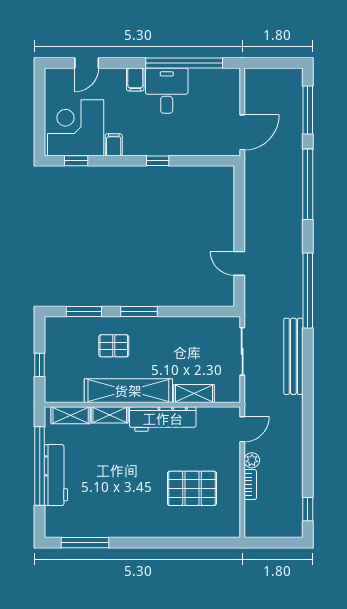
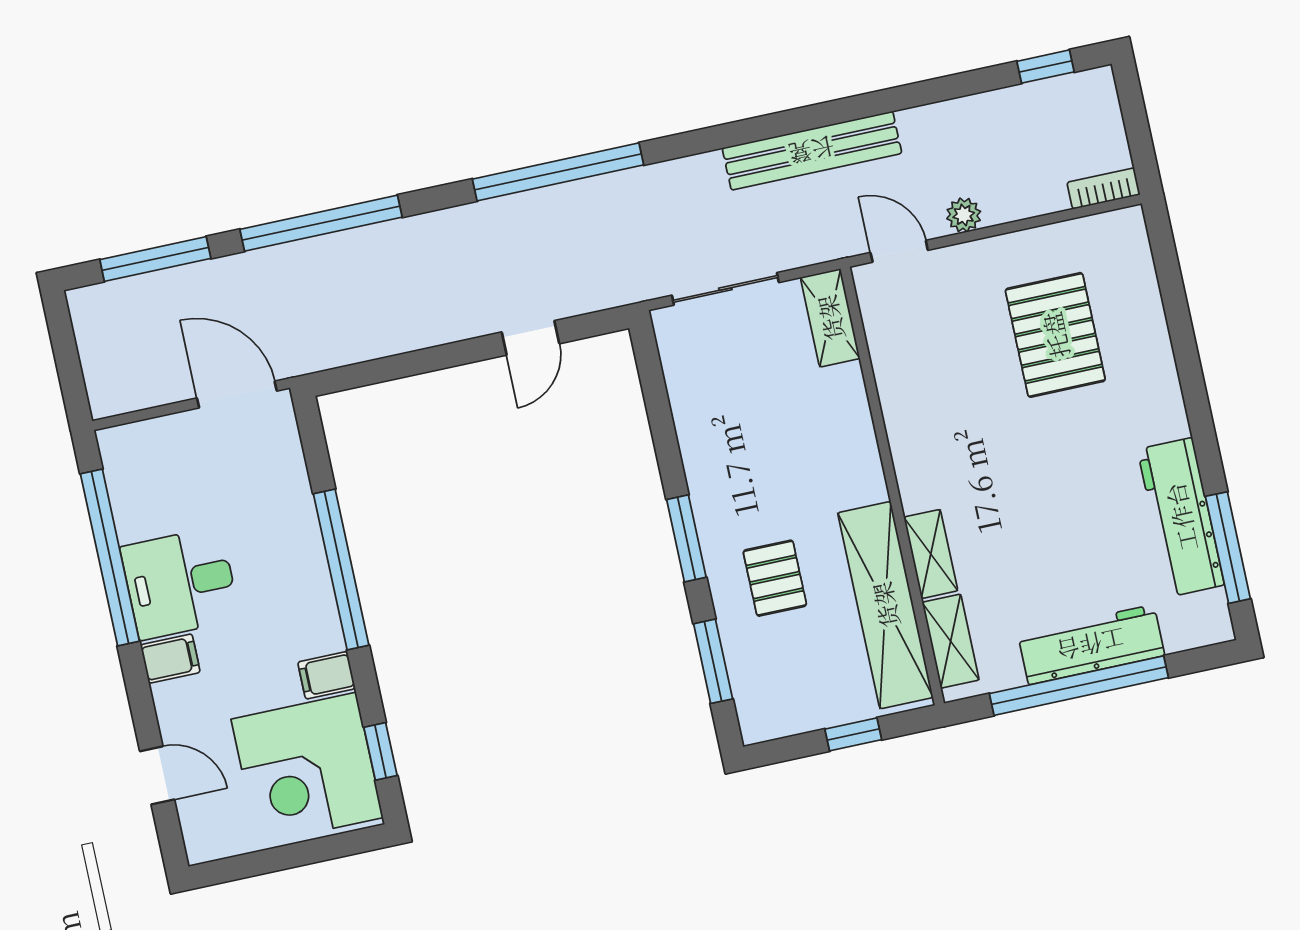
window: (158, 161) -> (341, 569), width x3.17
bench: (293, 356) -> (812, 151), moved
shelving: (128, 391) -> (885, 605), moved
shelving: (194, 394) -> (830, 318), moved
workbench: (163, 419) -> (1181, 517), moved, turned 180
bookcase: (250, 485) -> (1103, 188), moved

